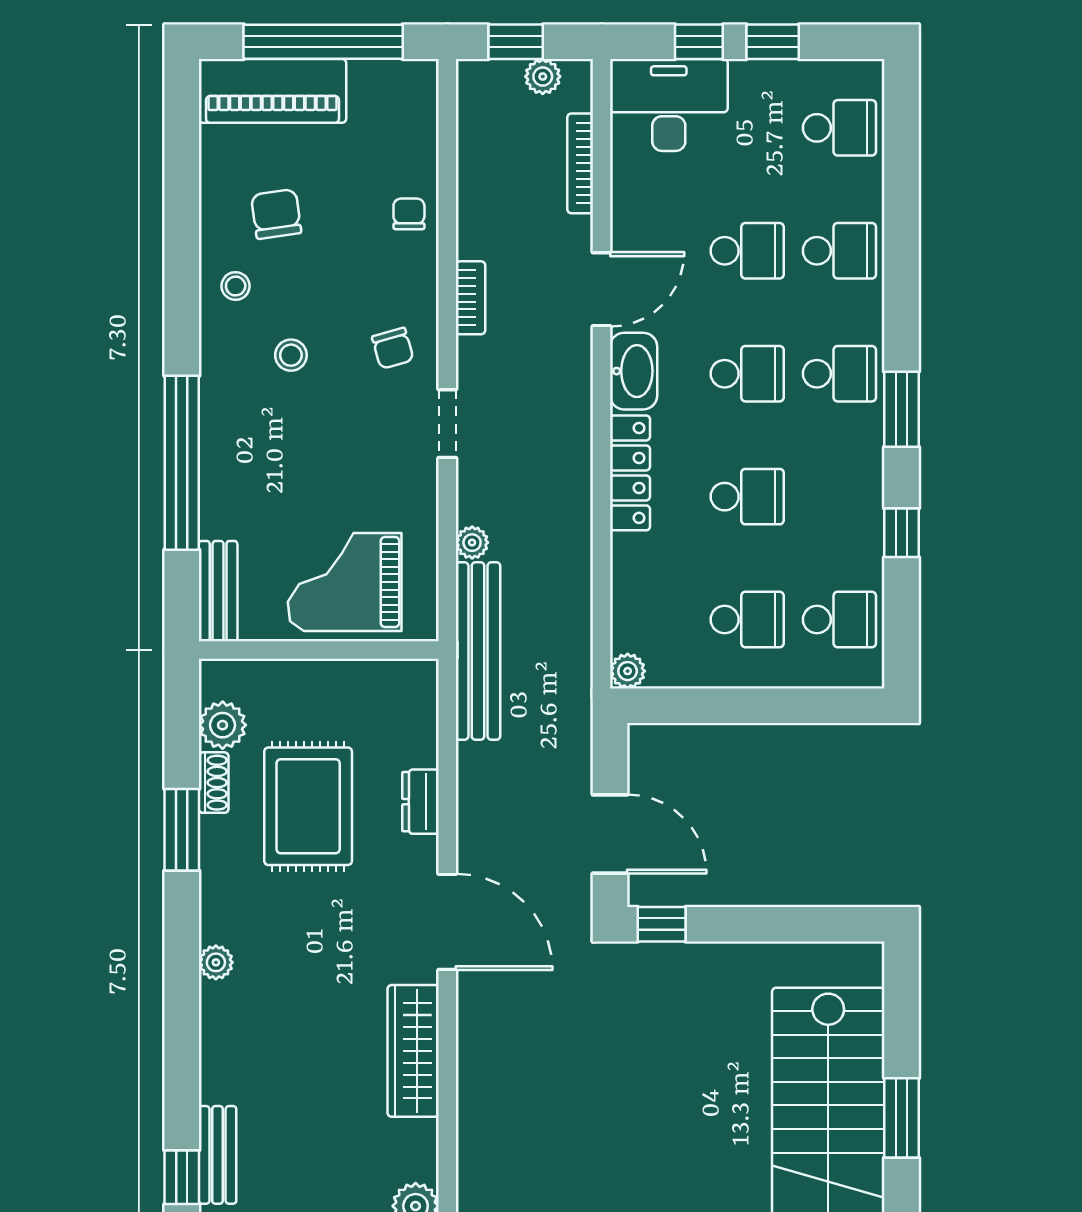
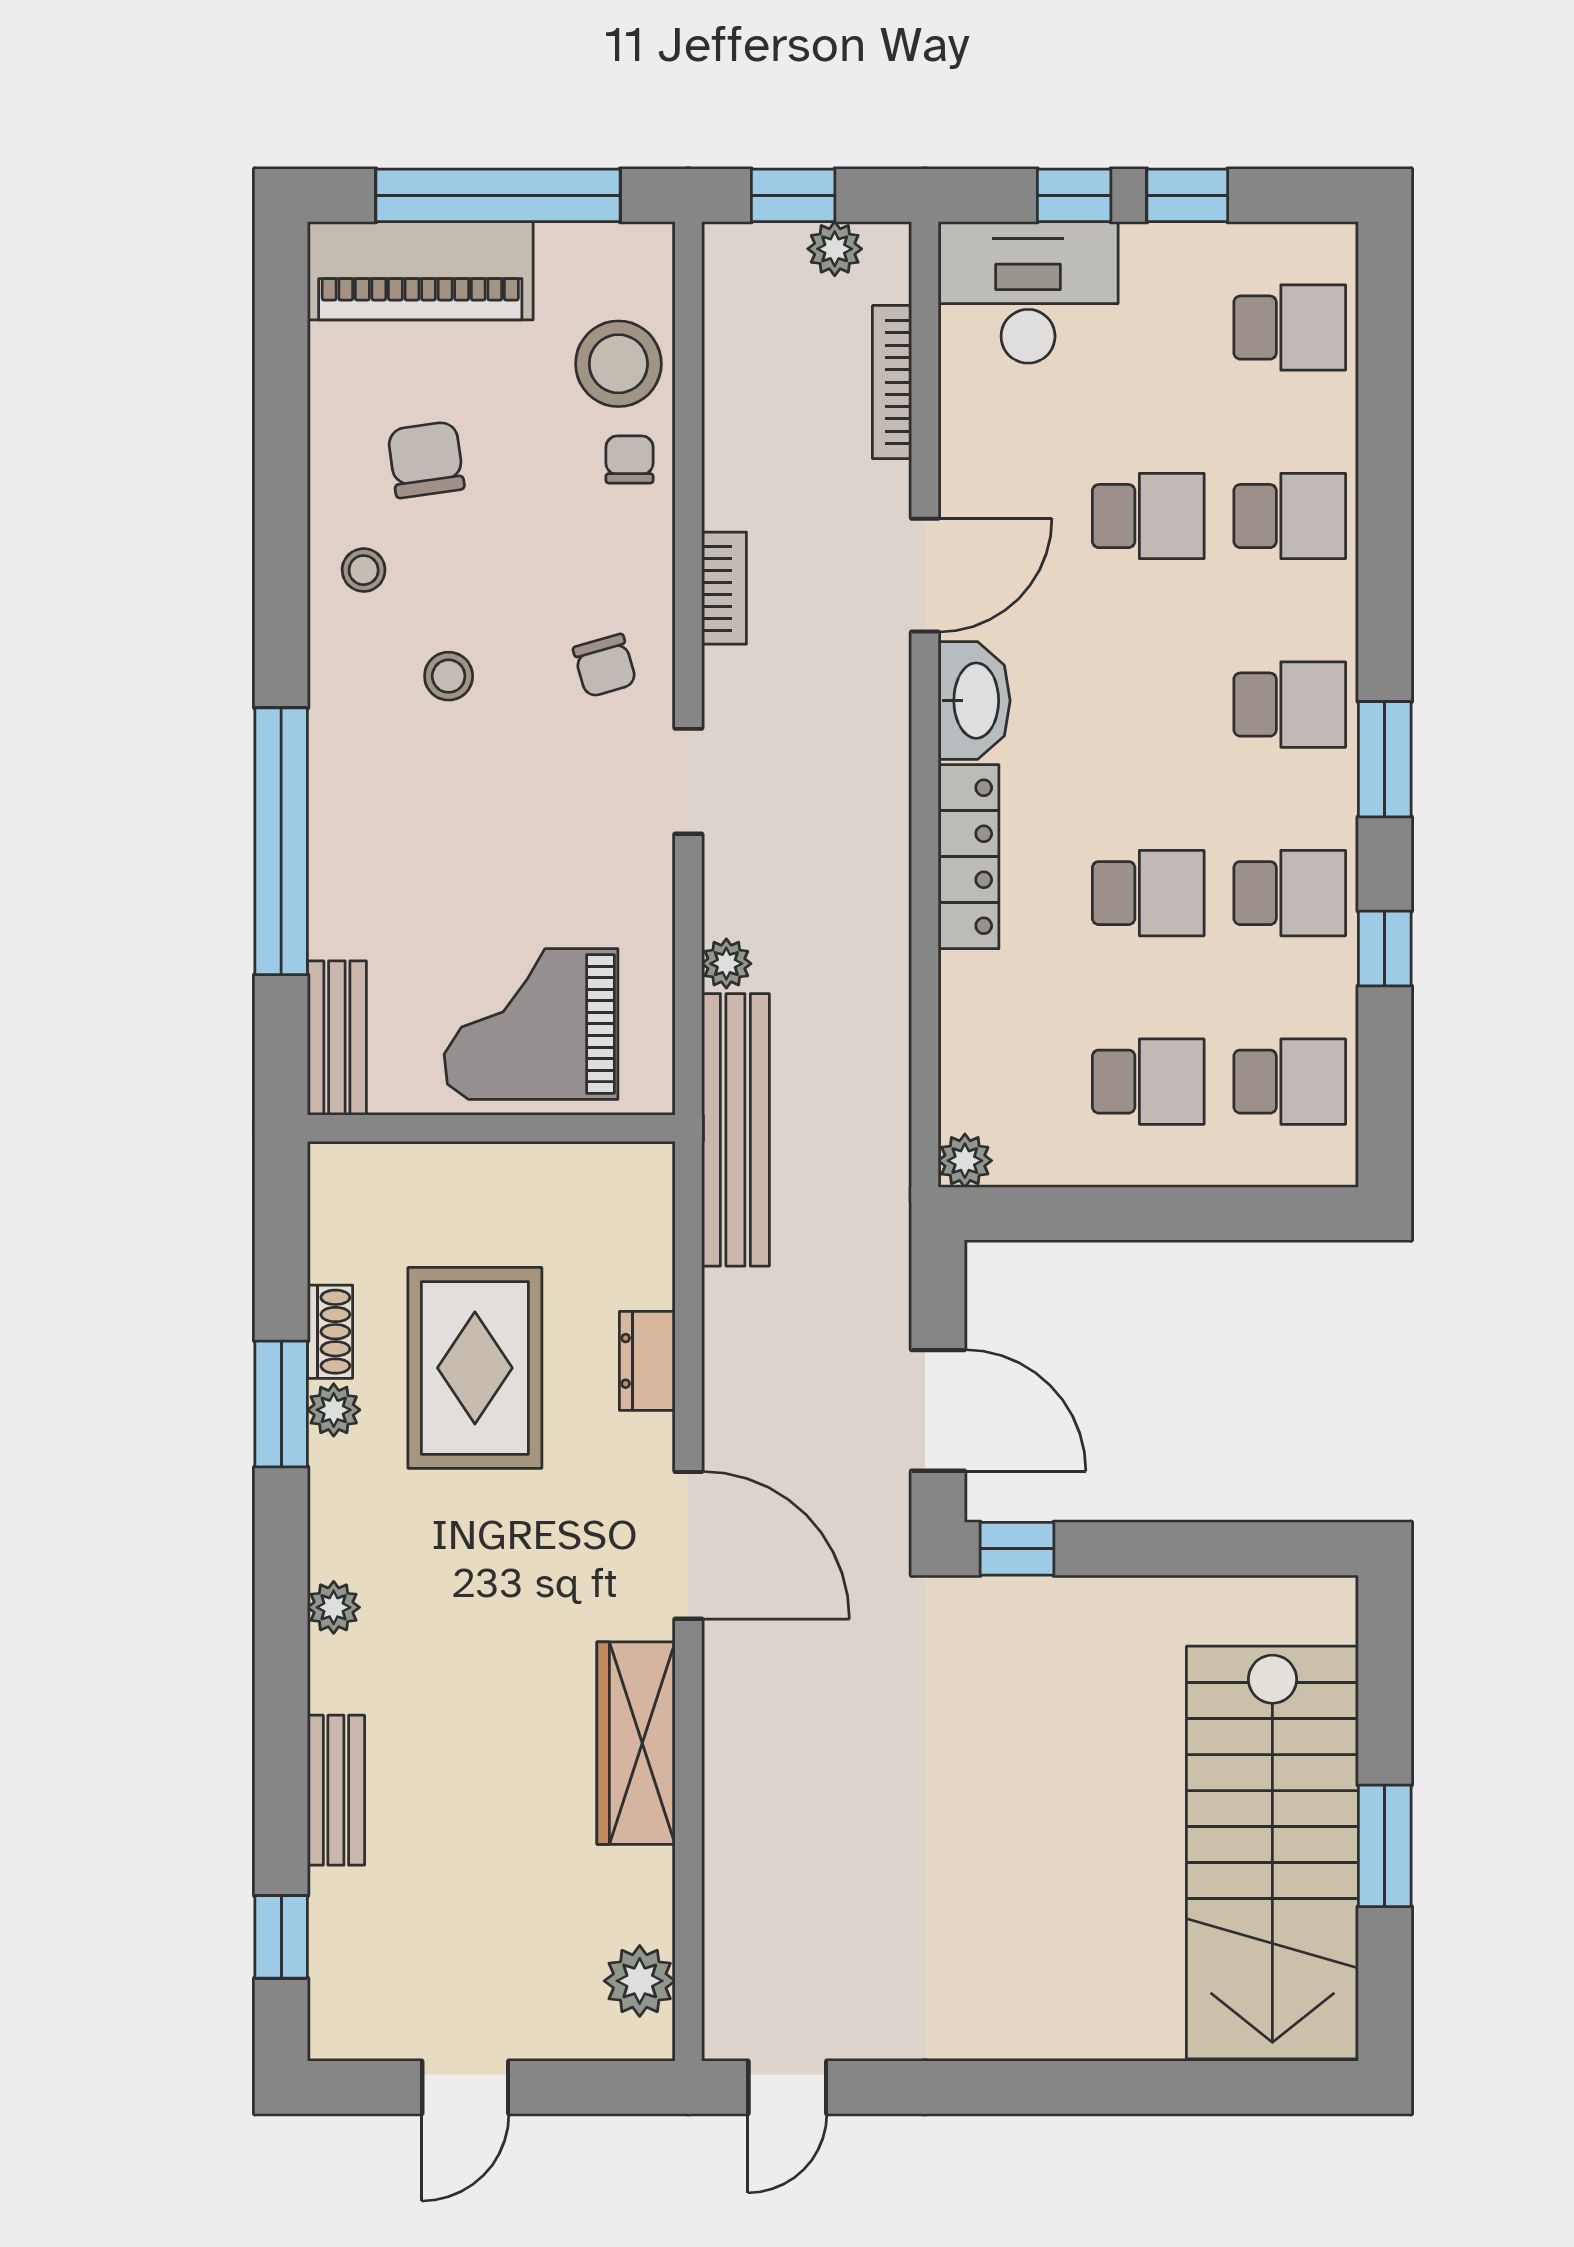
stool: (402, 151) -> (618, 364), added
school desk: (747, 374) -> (1290, 893), moved
plant: (223, 725) -> (334, 1410), moved, width x0.73, depth x0.73
bench: (218, 1155) -> (336, 1790), moved

